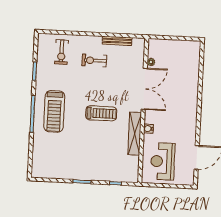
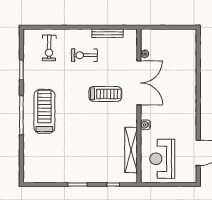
treadmill: (54, 111) -> (44, 111), turned 180
treadmill: (101, 113) -> (105, 94), moved
shelving: (135, 134) -> (131, 150), moved

